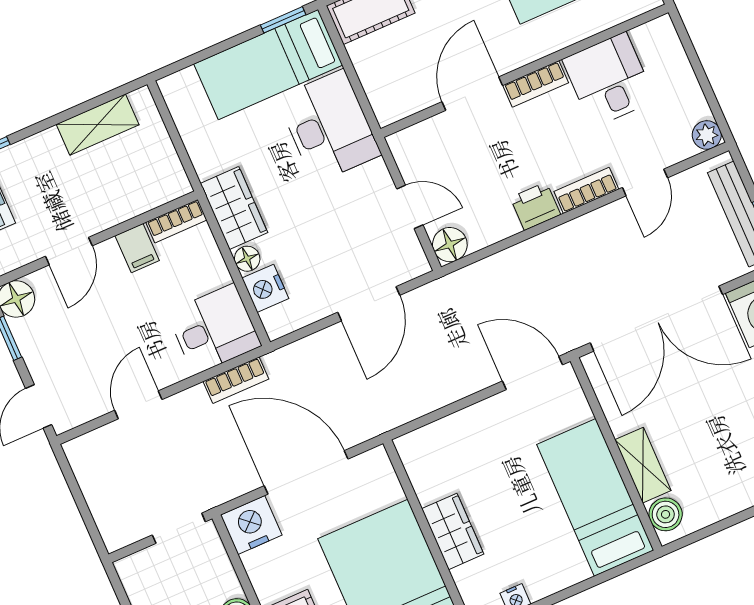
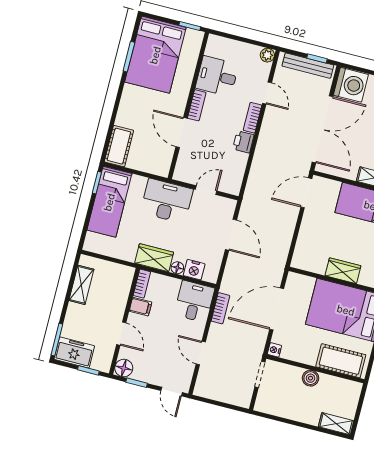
desk: (329, 126) -> (167, 201), moved
floor lamp: (450, 245) -> (233, 186), removed
nightstand: (251, 525) -> (274, 350), width x0.53, depth x0.56

